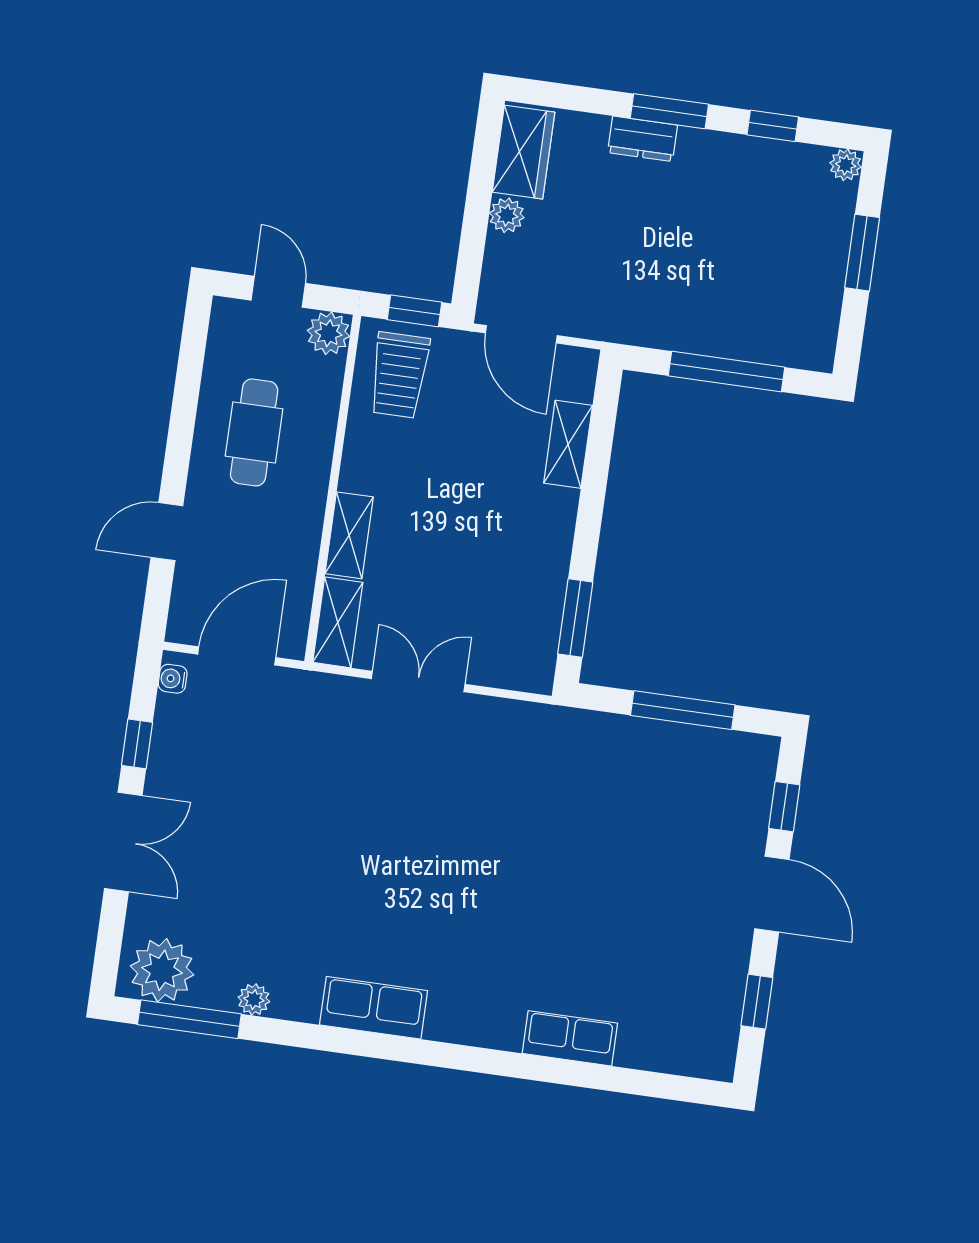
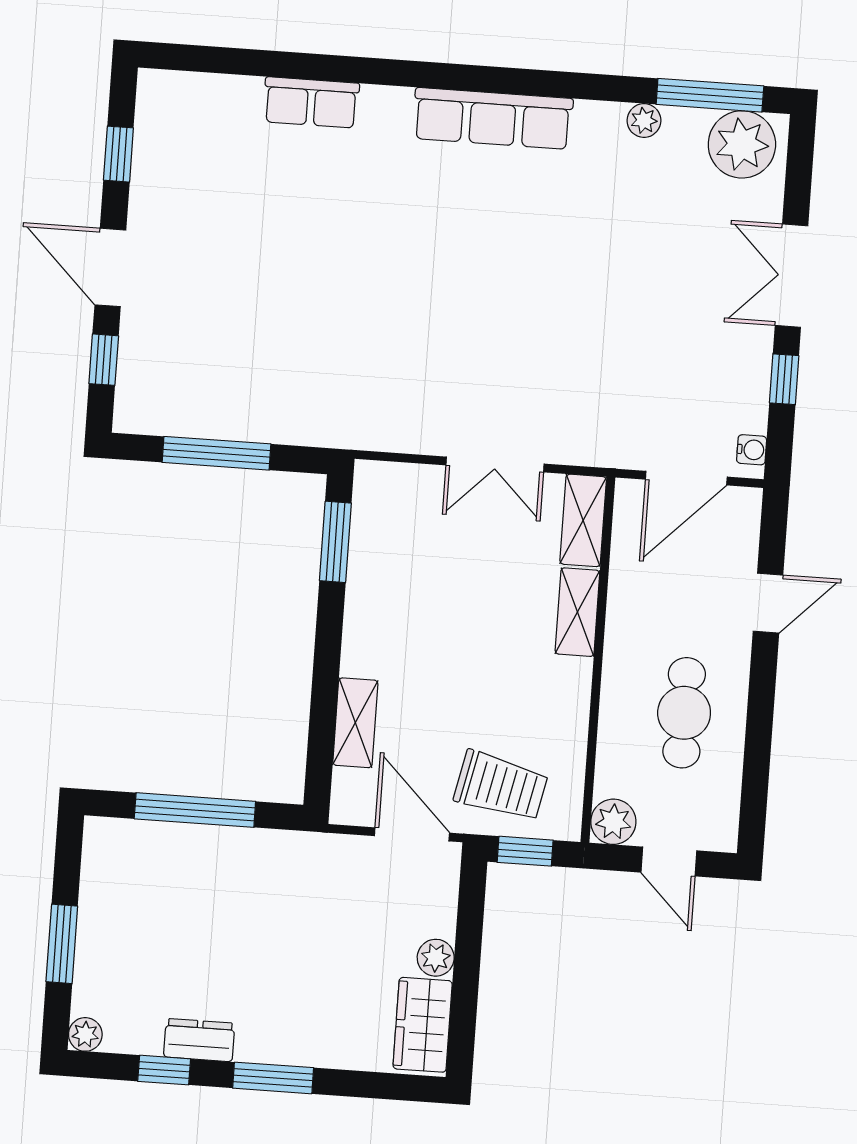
dresser: (643, 139) -> (199, 1040), moved
trolley: (399, 375) -> (501, 786), moved, turned 102
row of seats: (374, 1008) -> (493, 118), width x1.48

